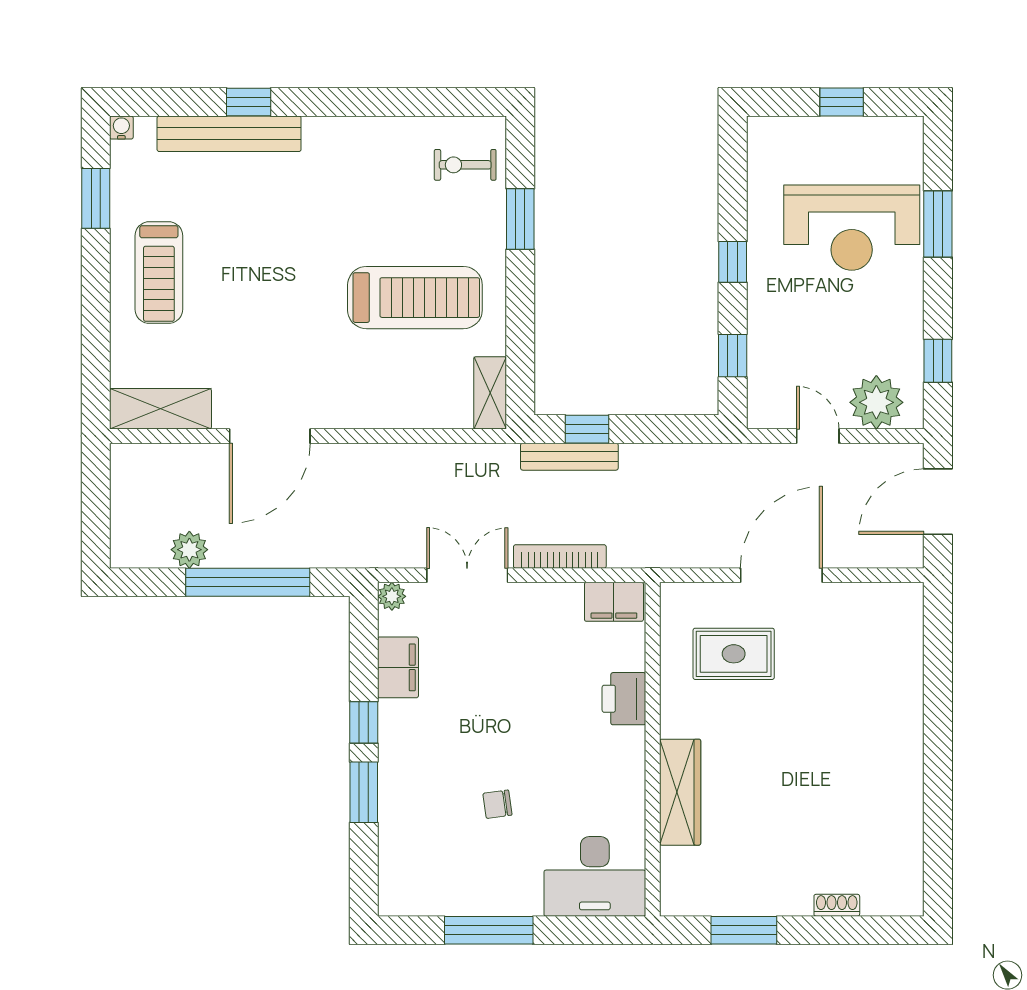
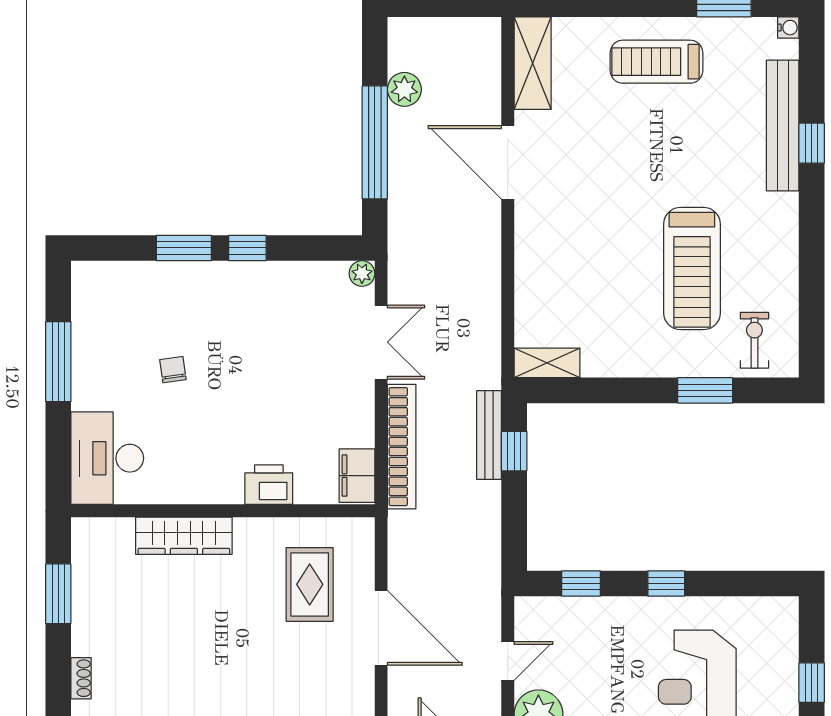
treadmill: (415, 298) -> (692, 269), moved
bookcase: (560, 556) -> (402, 447), width x1.48, depth x1.31
filing cabinet: (398, 667) -> (297, 279), removed

